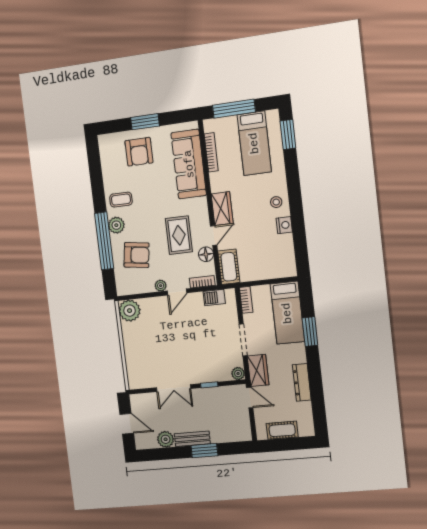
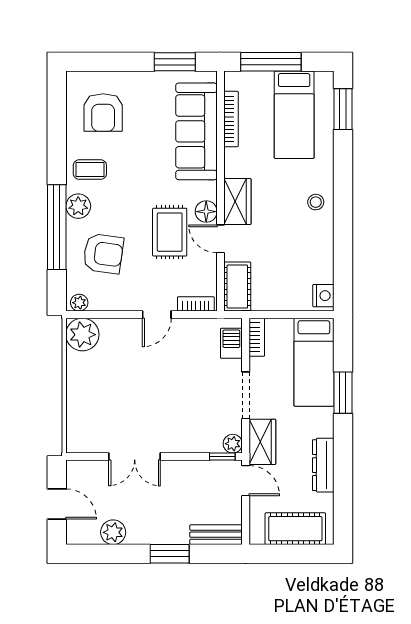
window: (145, 122) -> (175, 62), moved
armchair: (139, 152) -> (103, 112), moved
nightstand: (284, 225) -> (323, 296), moved
door: (214, 236) -> (220, 239), swing flipped
floor lamp: (206, 254) -> (206, 212), moved
plant: (161, 286) -> (79, 303), moved
barbecue: (214, 298) -> (231, 343), moved, turned 90
window: (209, 385) -> (222, 457), moved
cot: (282, 430) -> (295, 529), width x1.37, depth x1.34
bench: (192, 439) -> (216, 535), moved

